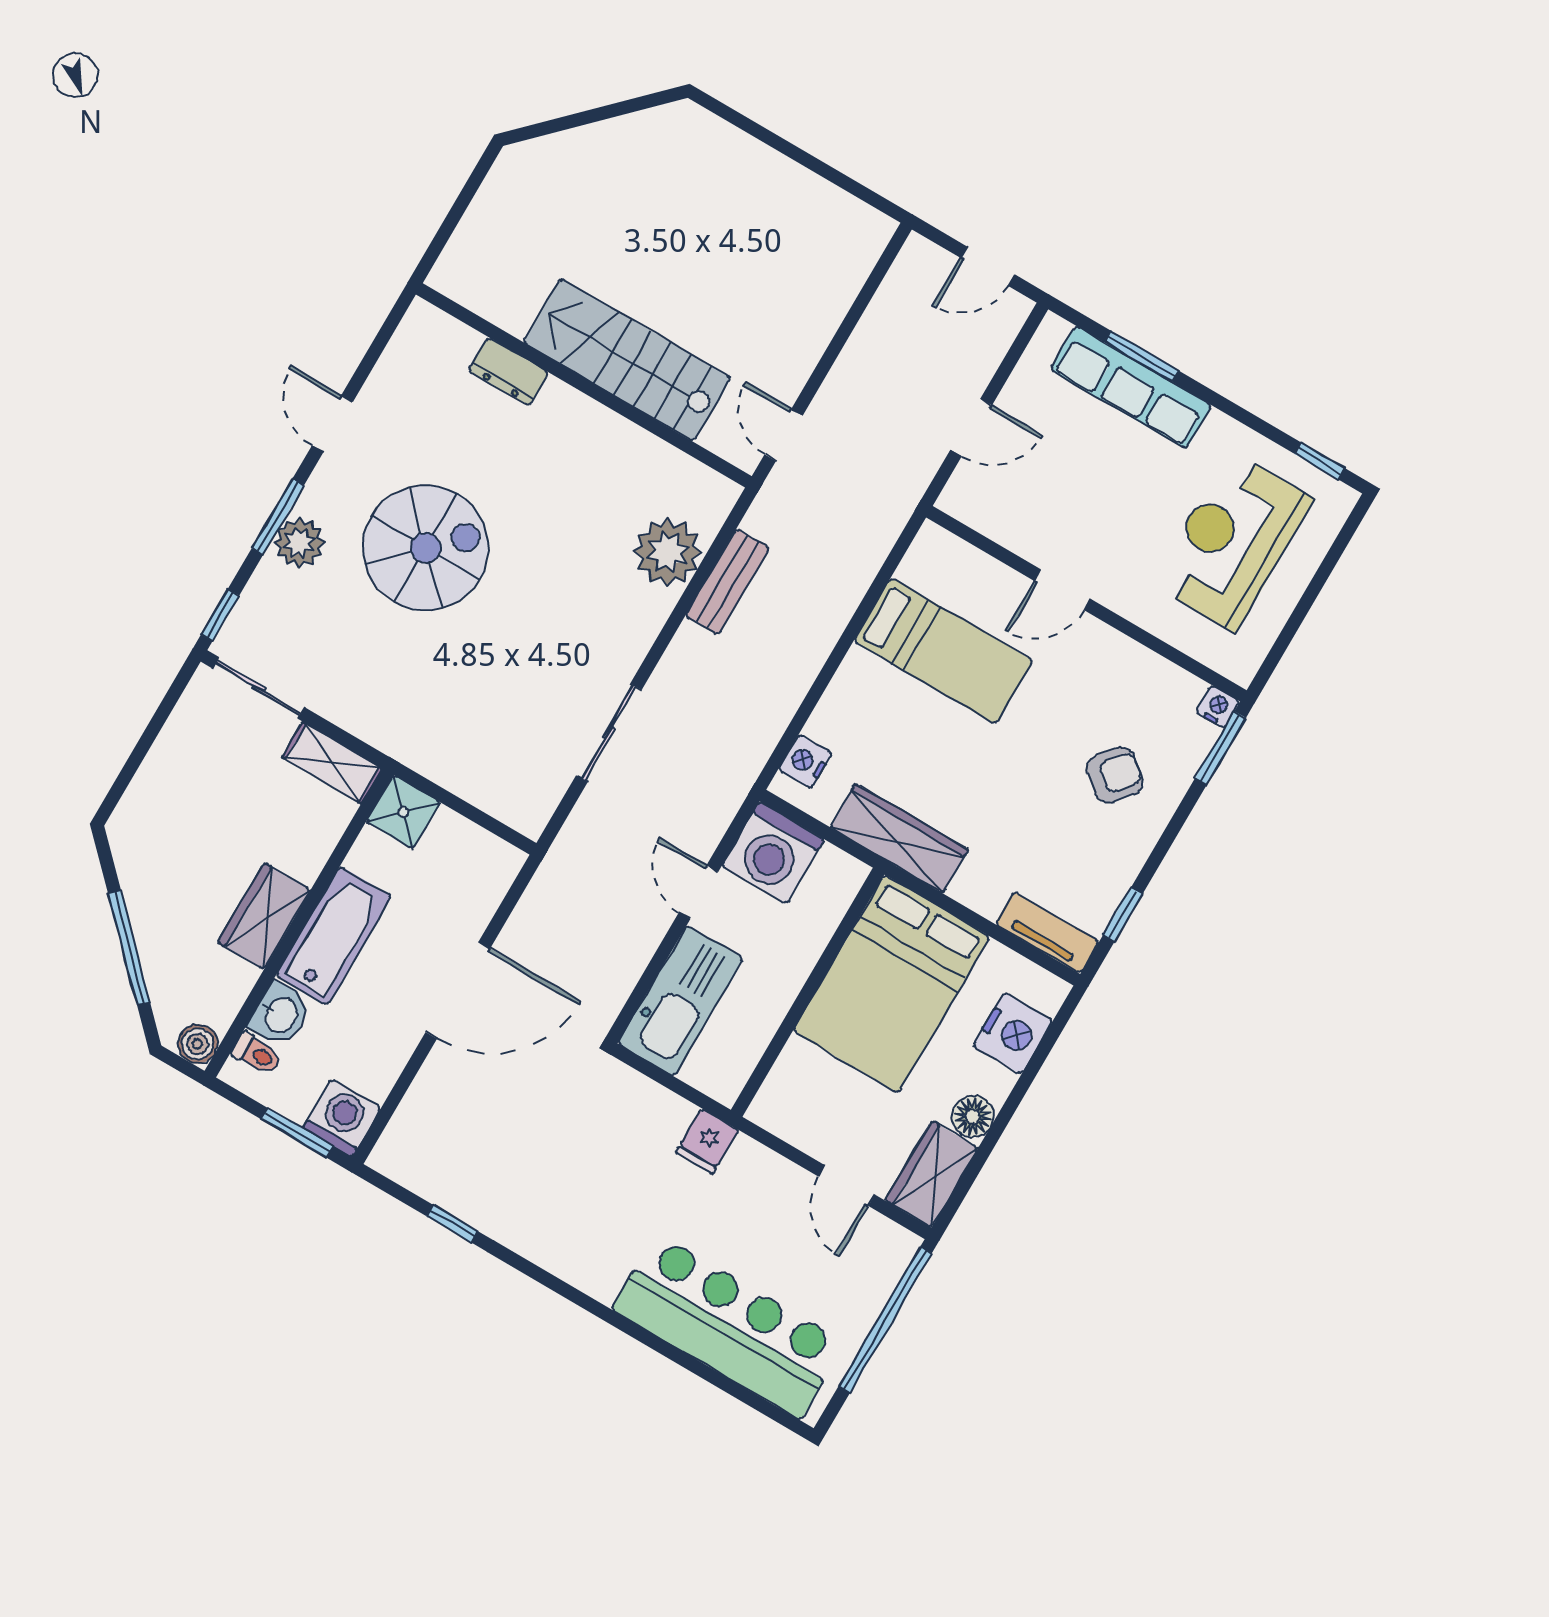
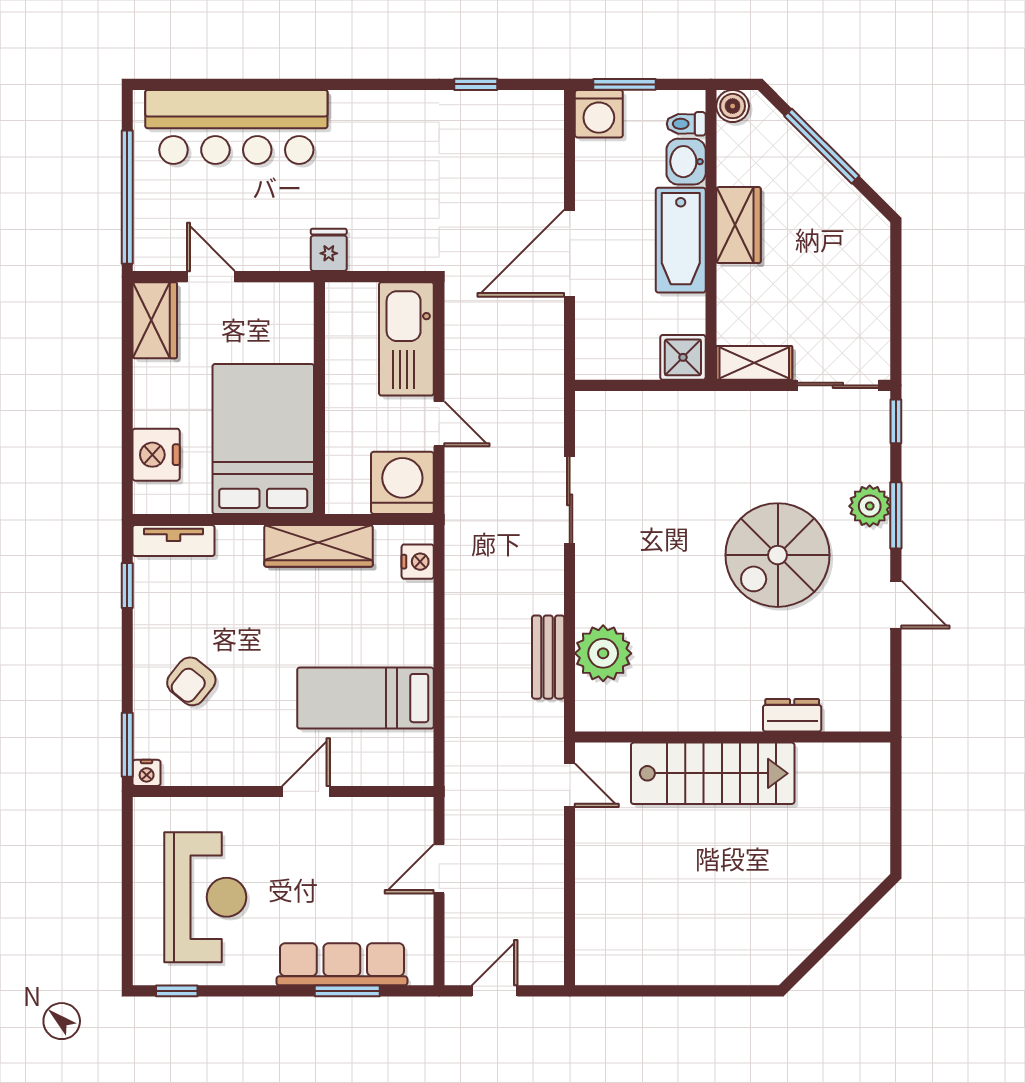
floor lamp: (973, 1116) -> (150, 379), removed

